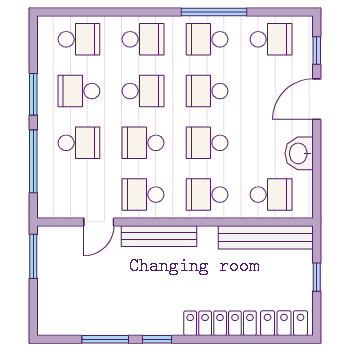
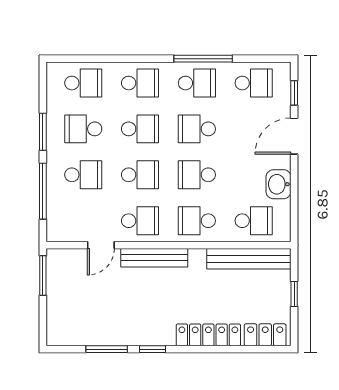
school desk: (207, 39) -> (197, 83), turned 180
school desk: (143, 143) -> (140, 175), turned 180
school desk: (143, 195) -> (140, 221), turned 180

